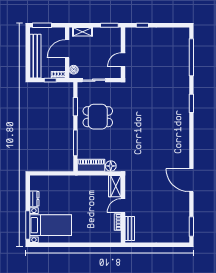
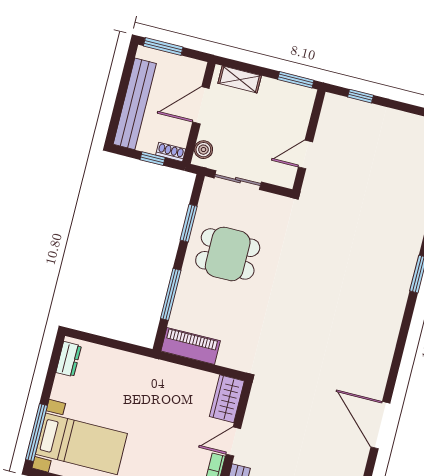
floor lamp: (111, 166) -> (229, 357), removed
dresser: (34, 199) -> (69, 359), moved

